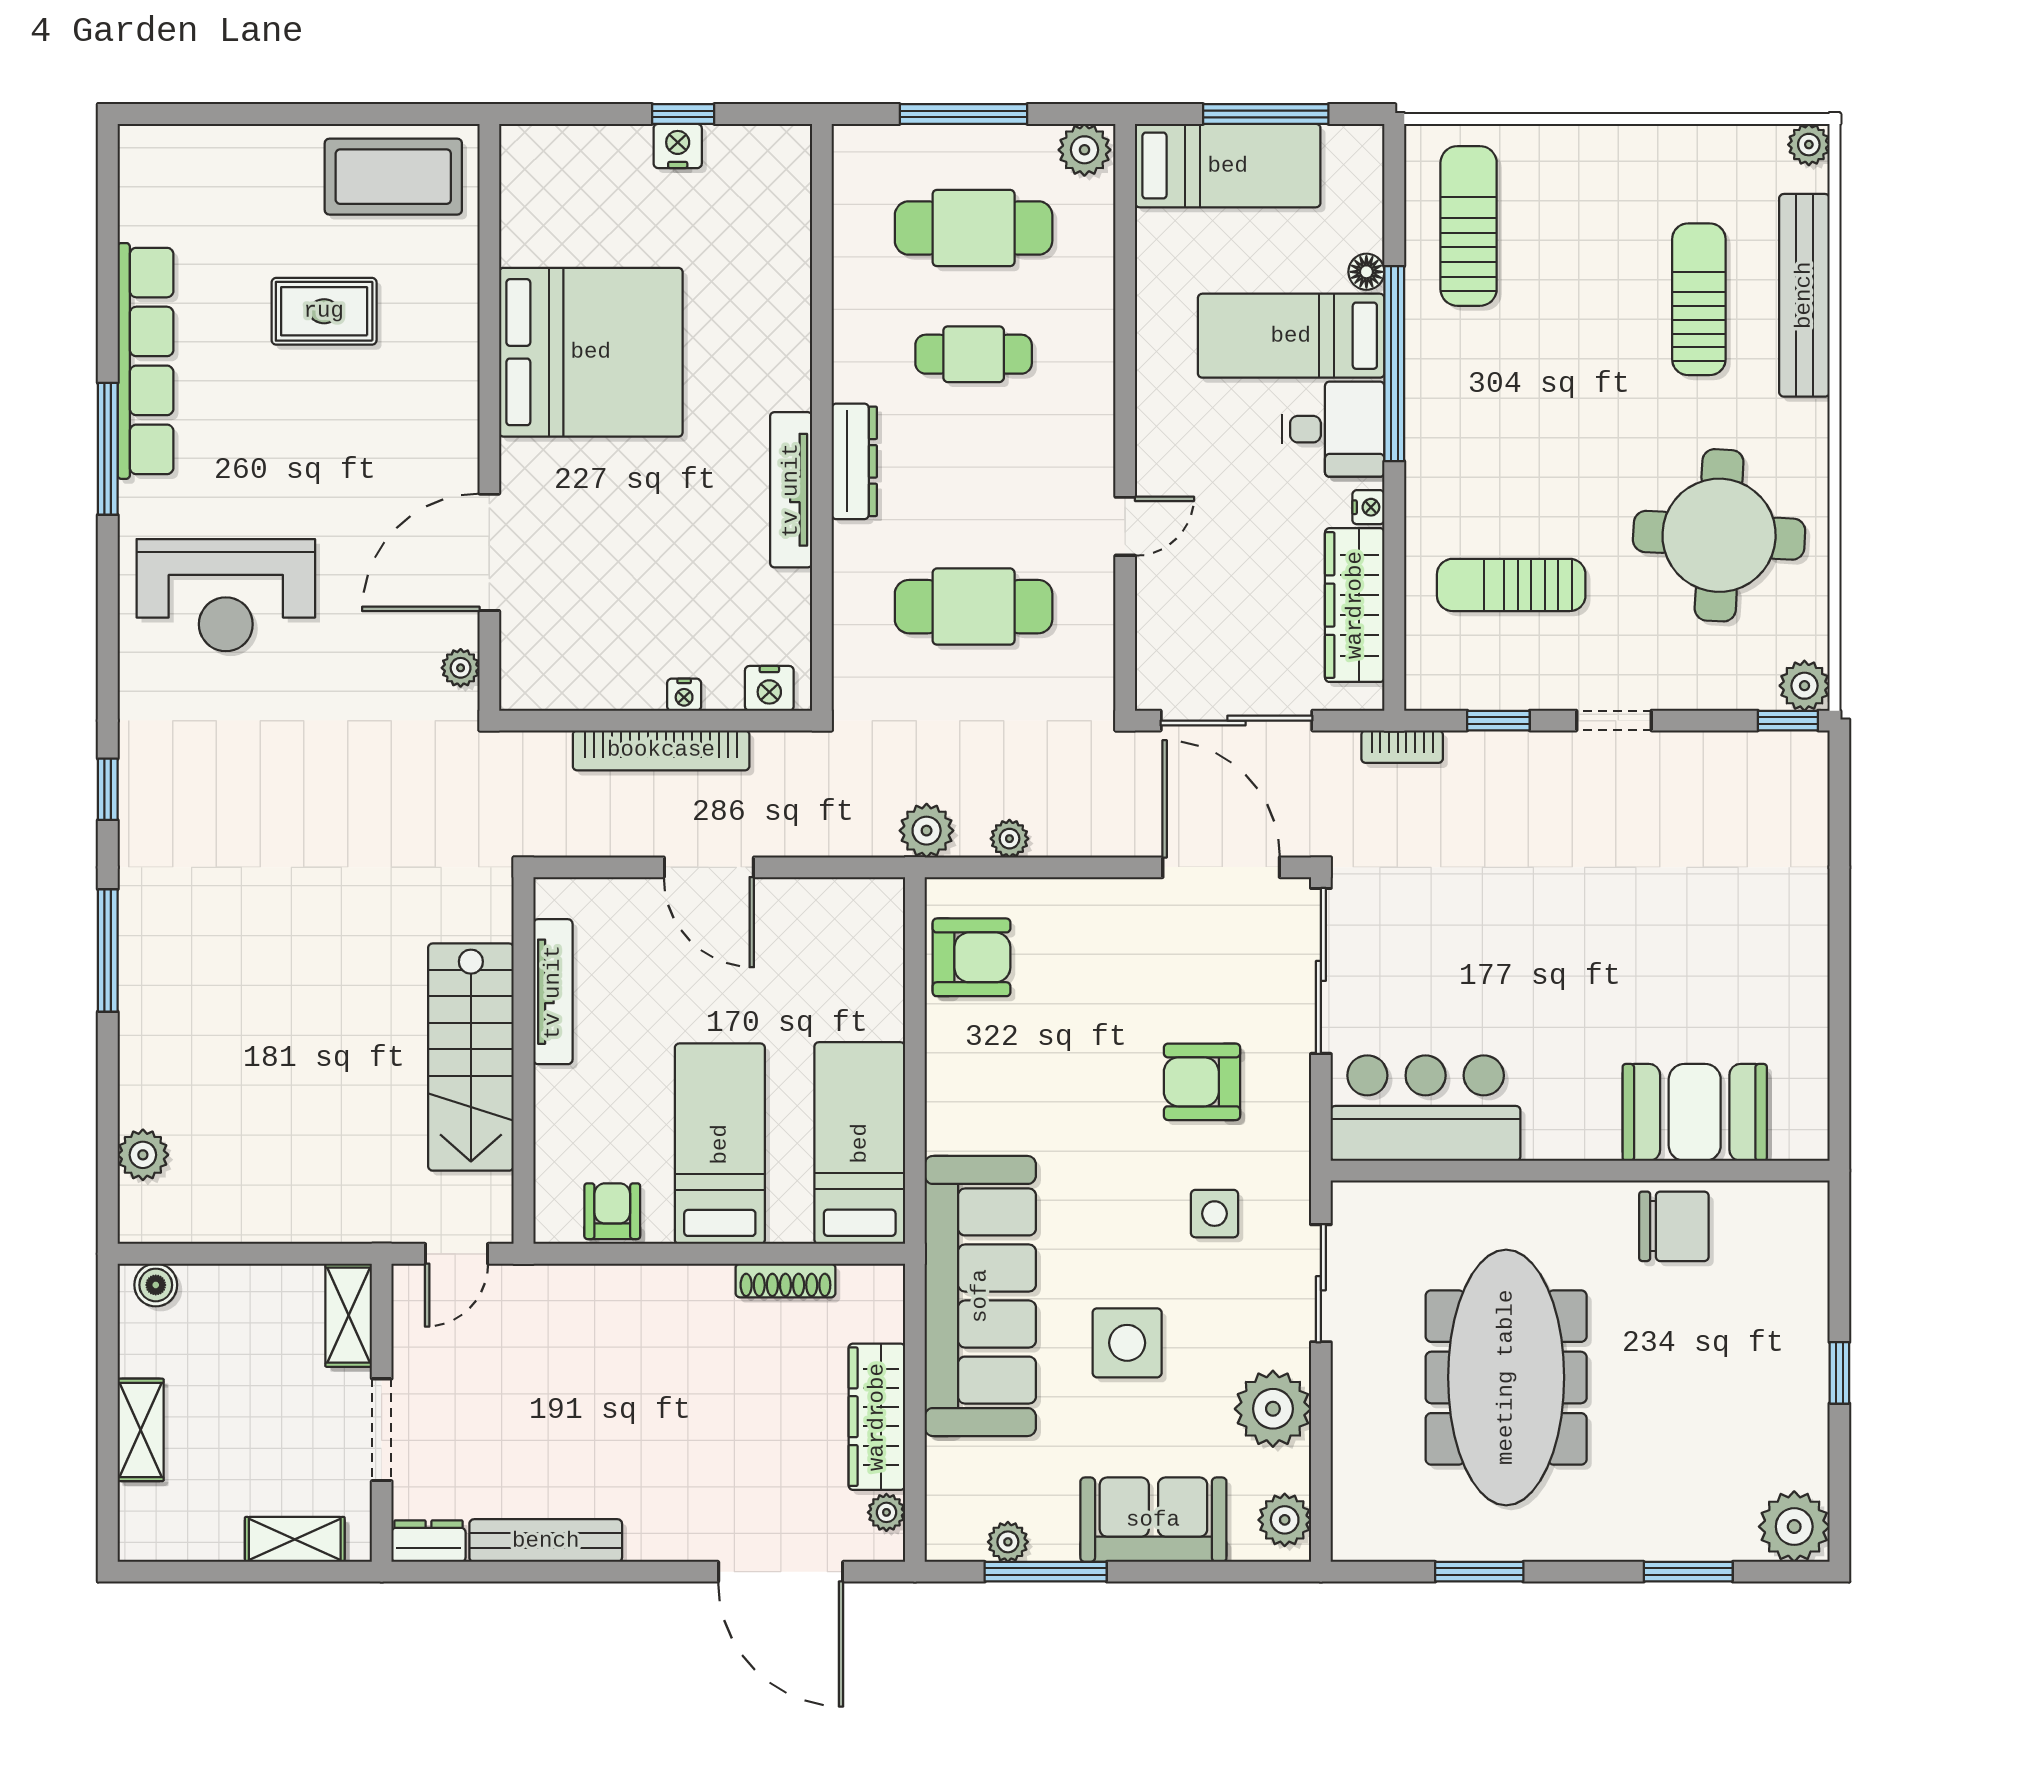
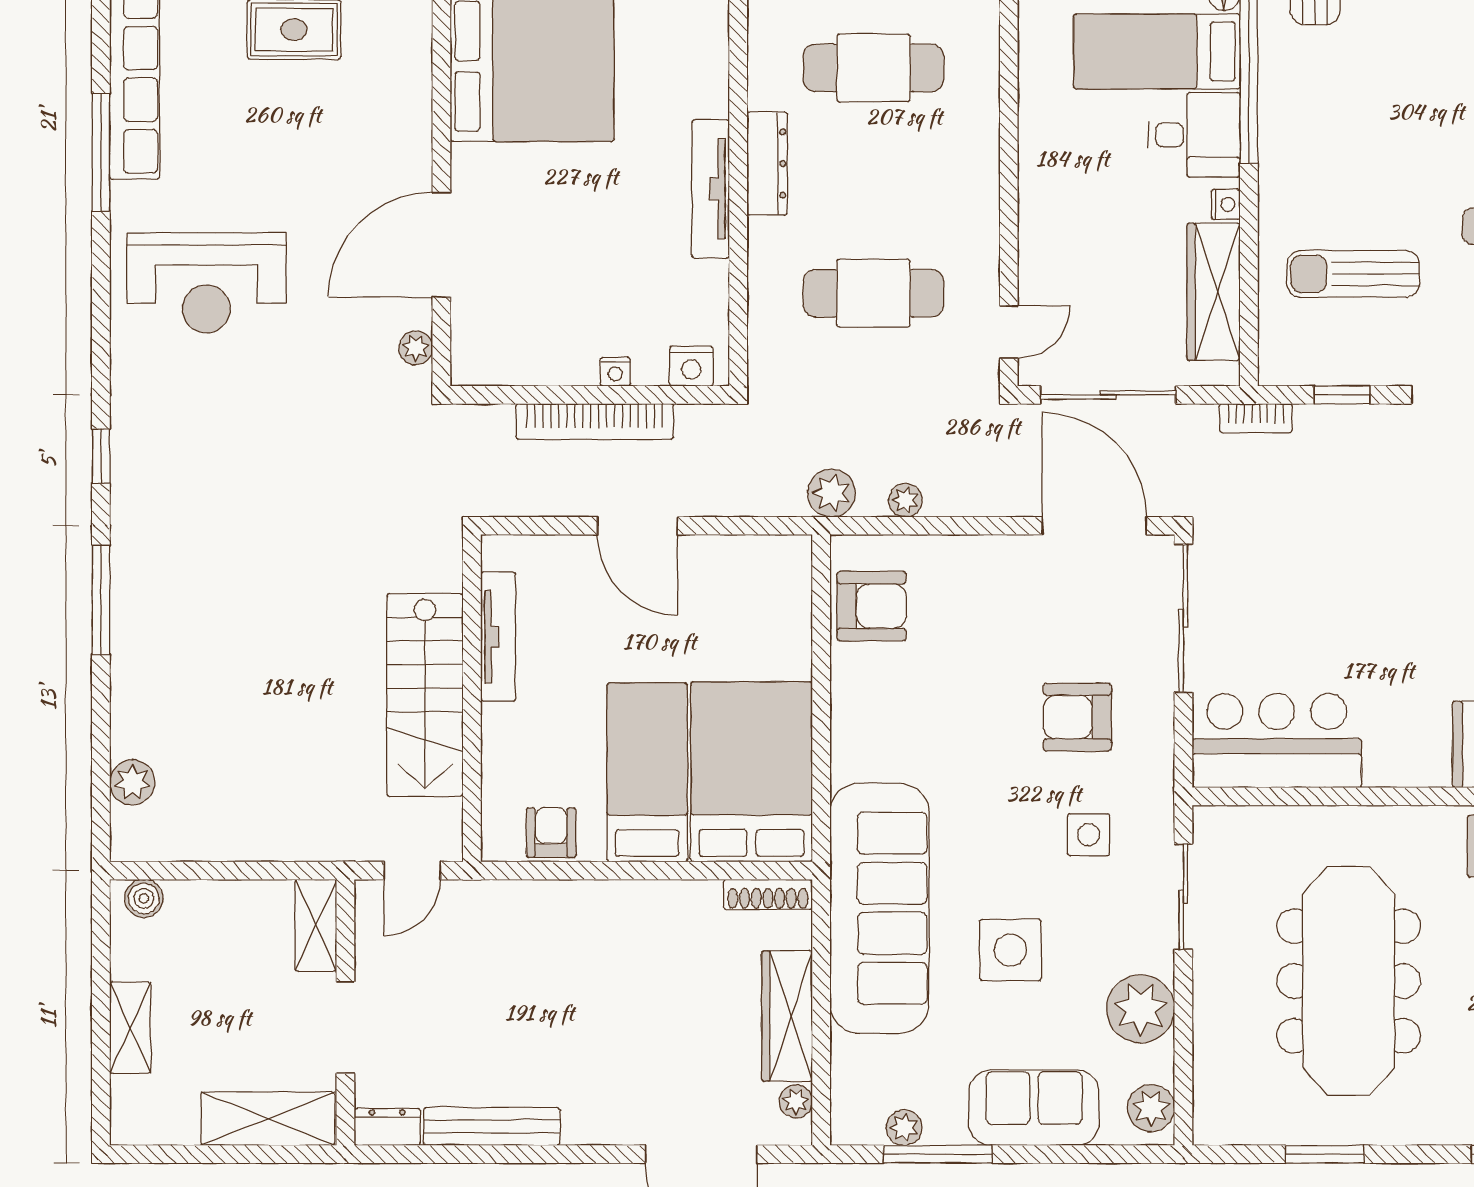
cafe table: (974, 354) -> (873, 68), width x1.37, depth x1.35
door: (1125, 526) -> (1009, 332), moved
bed: (860, 1143) -> (752, 772), width x1.50
shoe rack: (785, 1280) -> (768, 894), moved
shelving: (295, 1539) -> (268, 1119), width x1.50, depth x1.33

